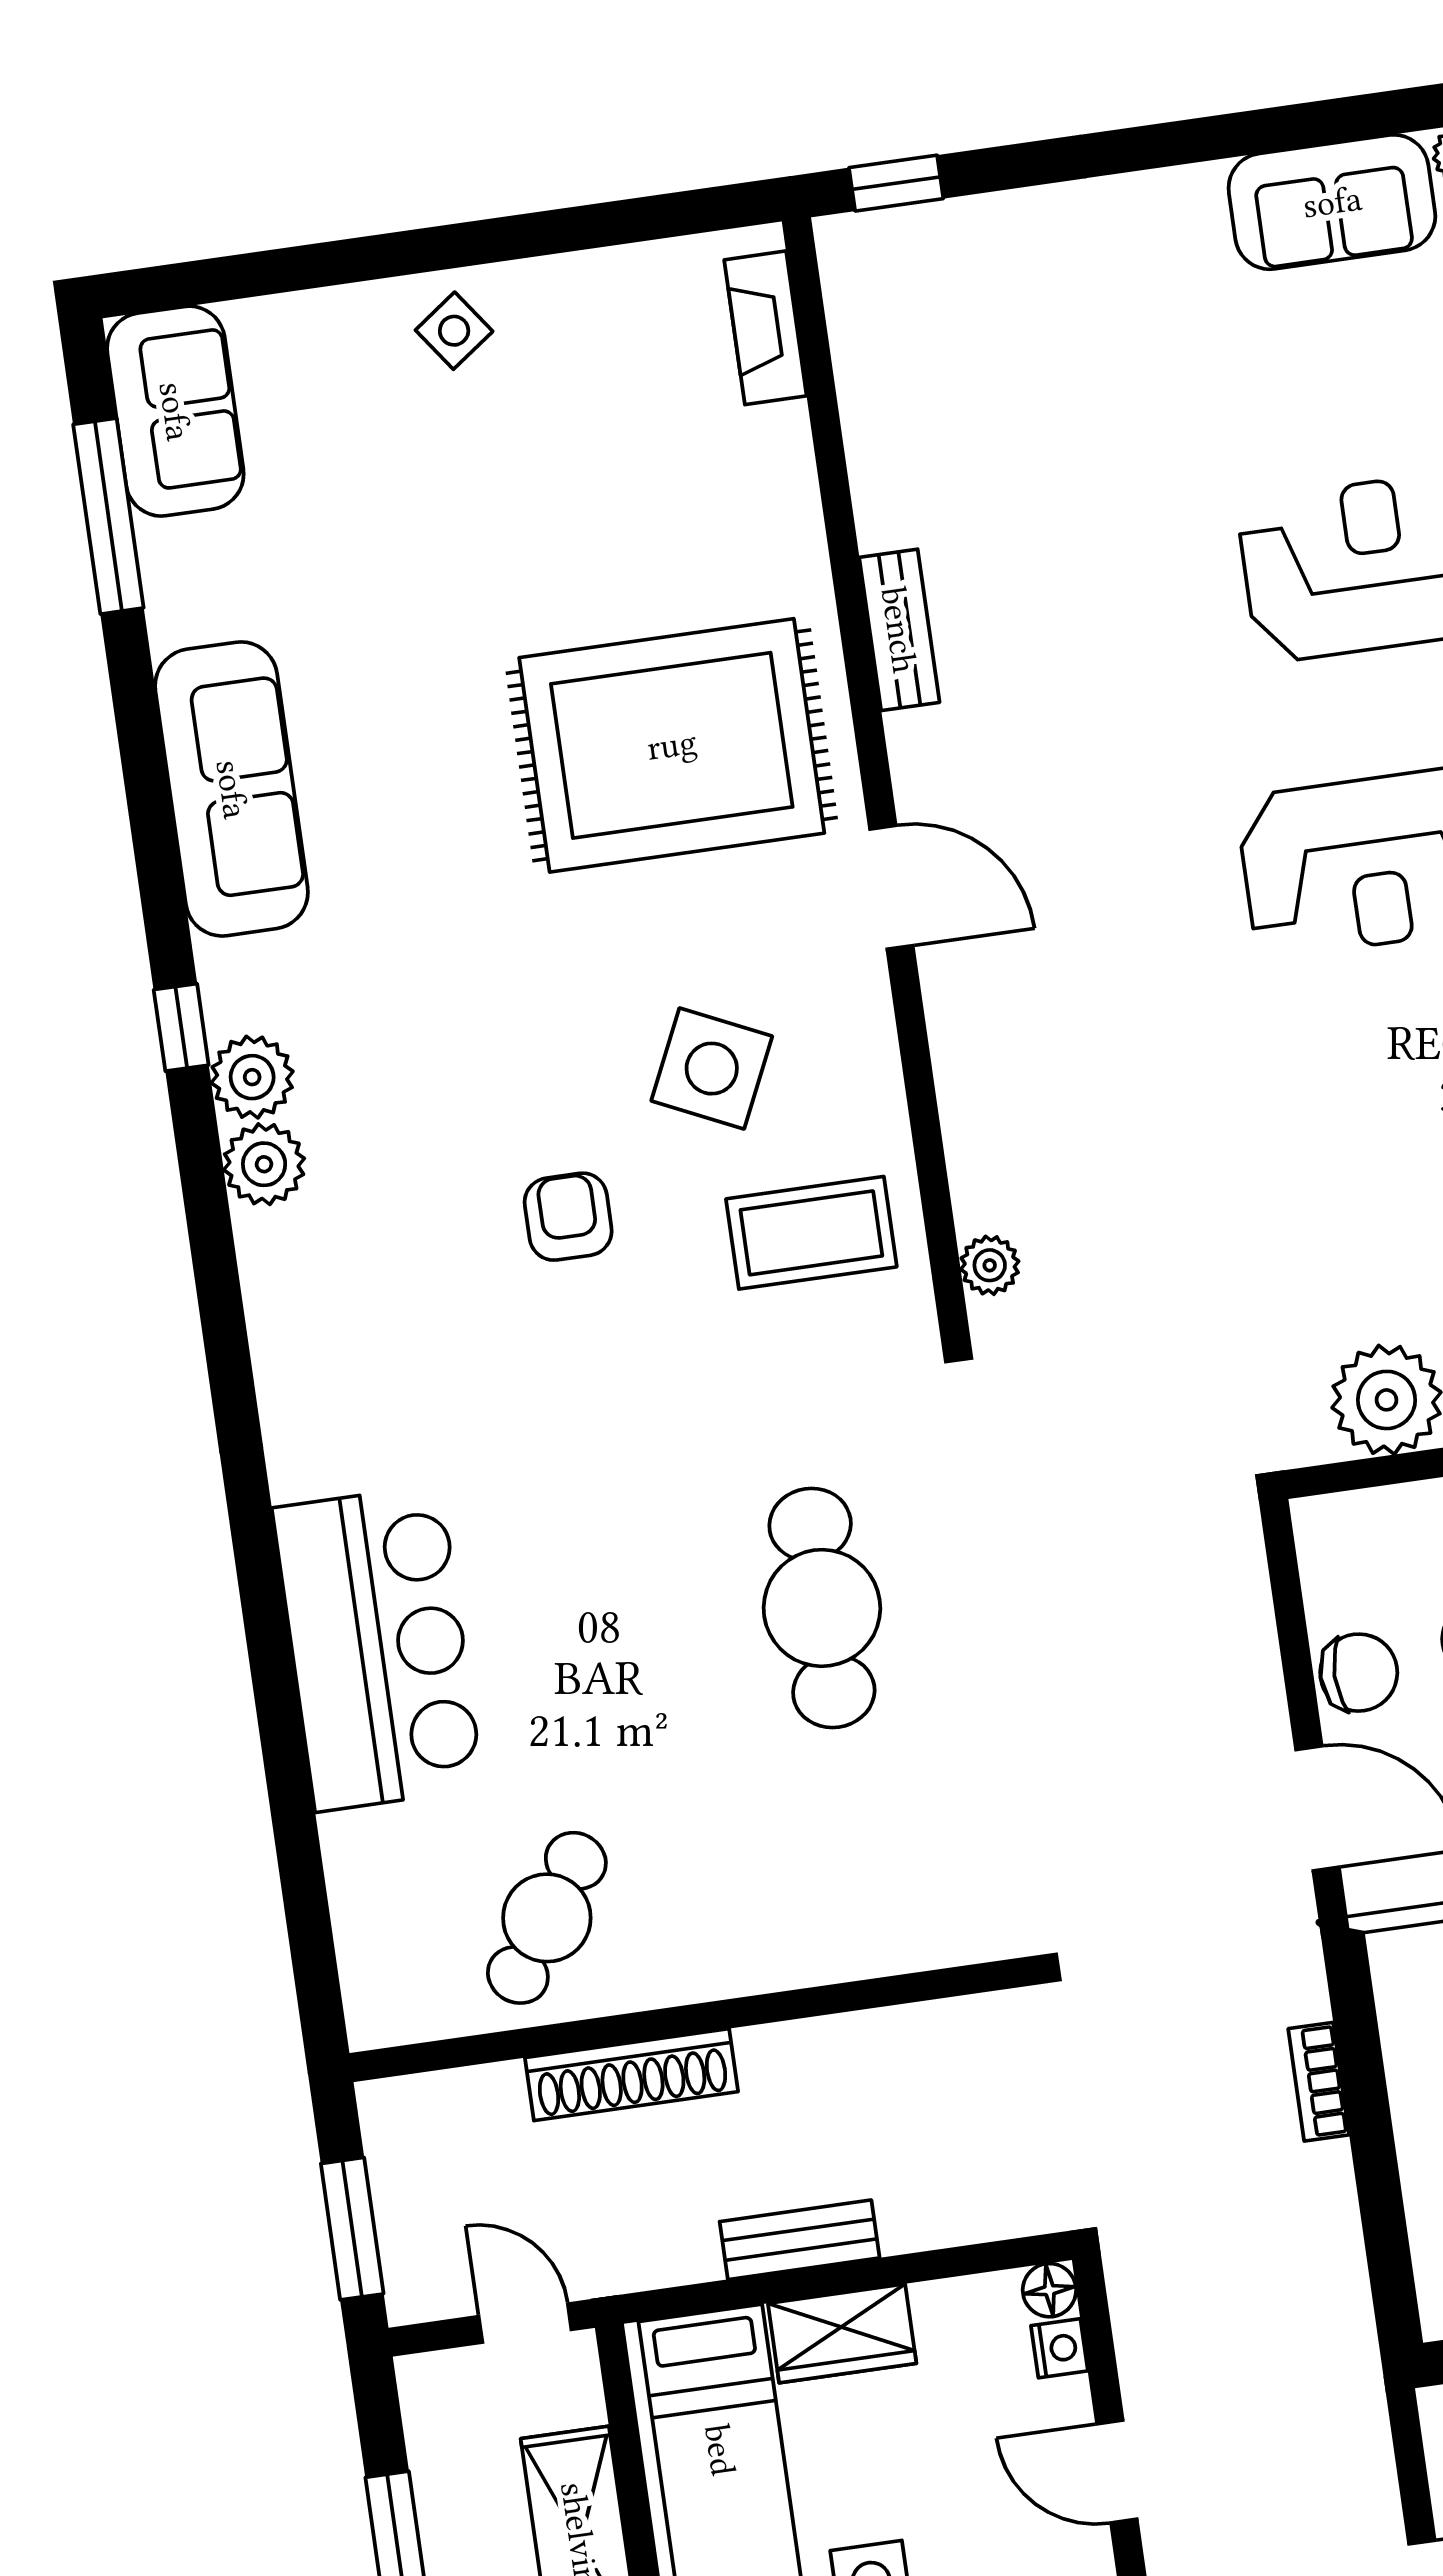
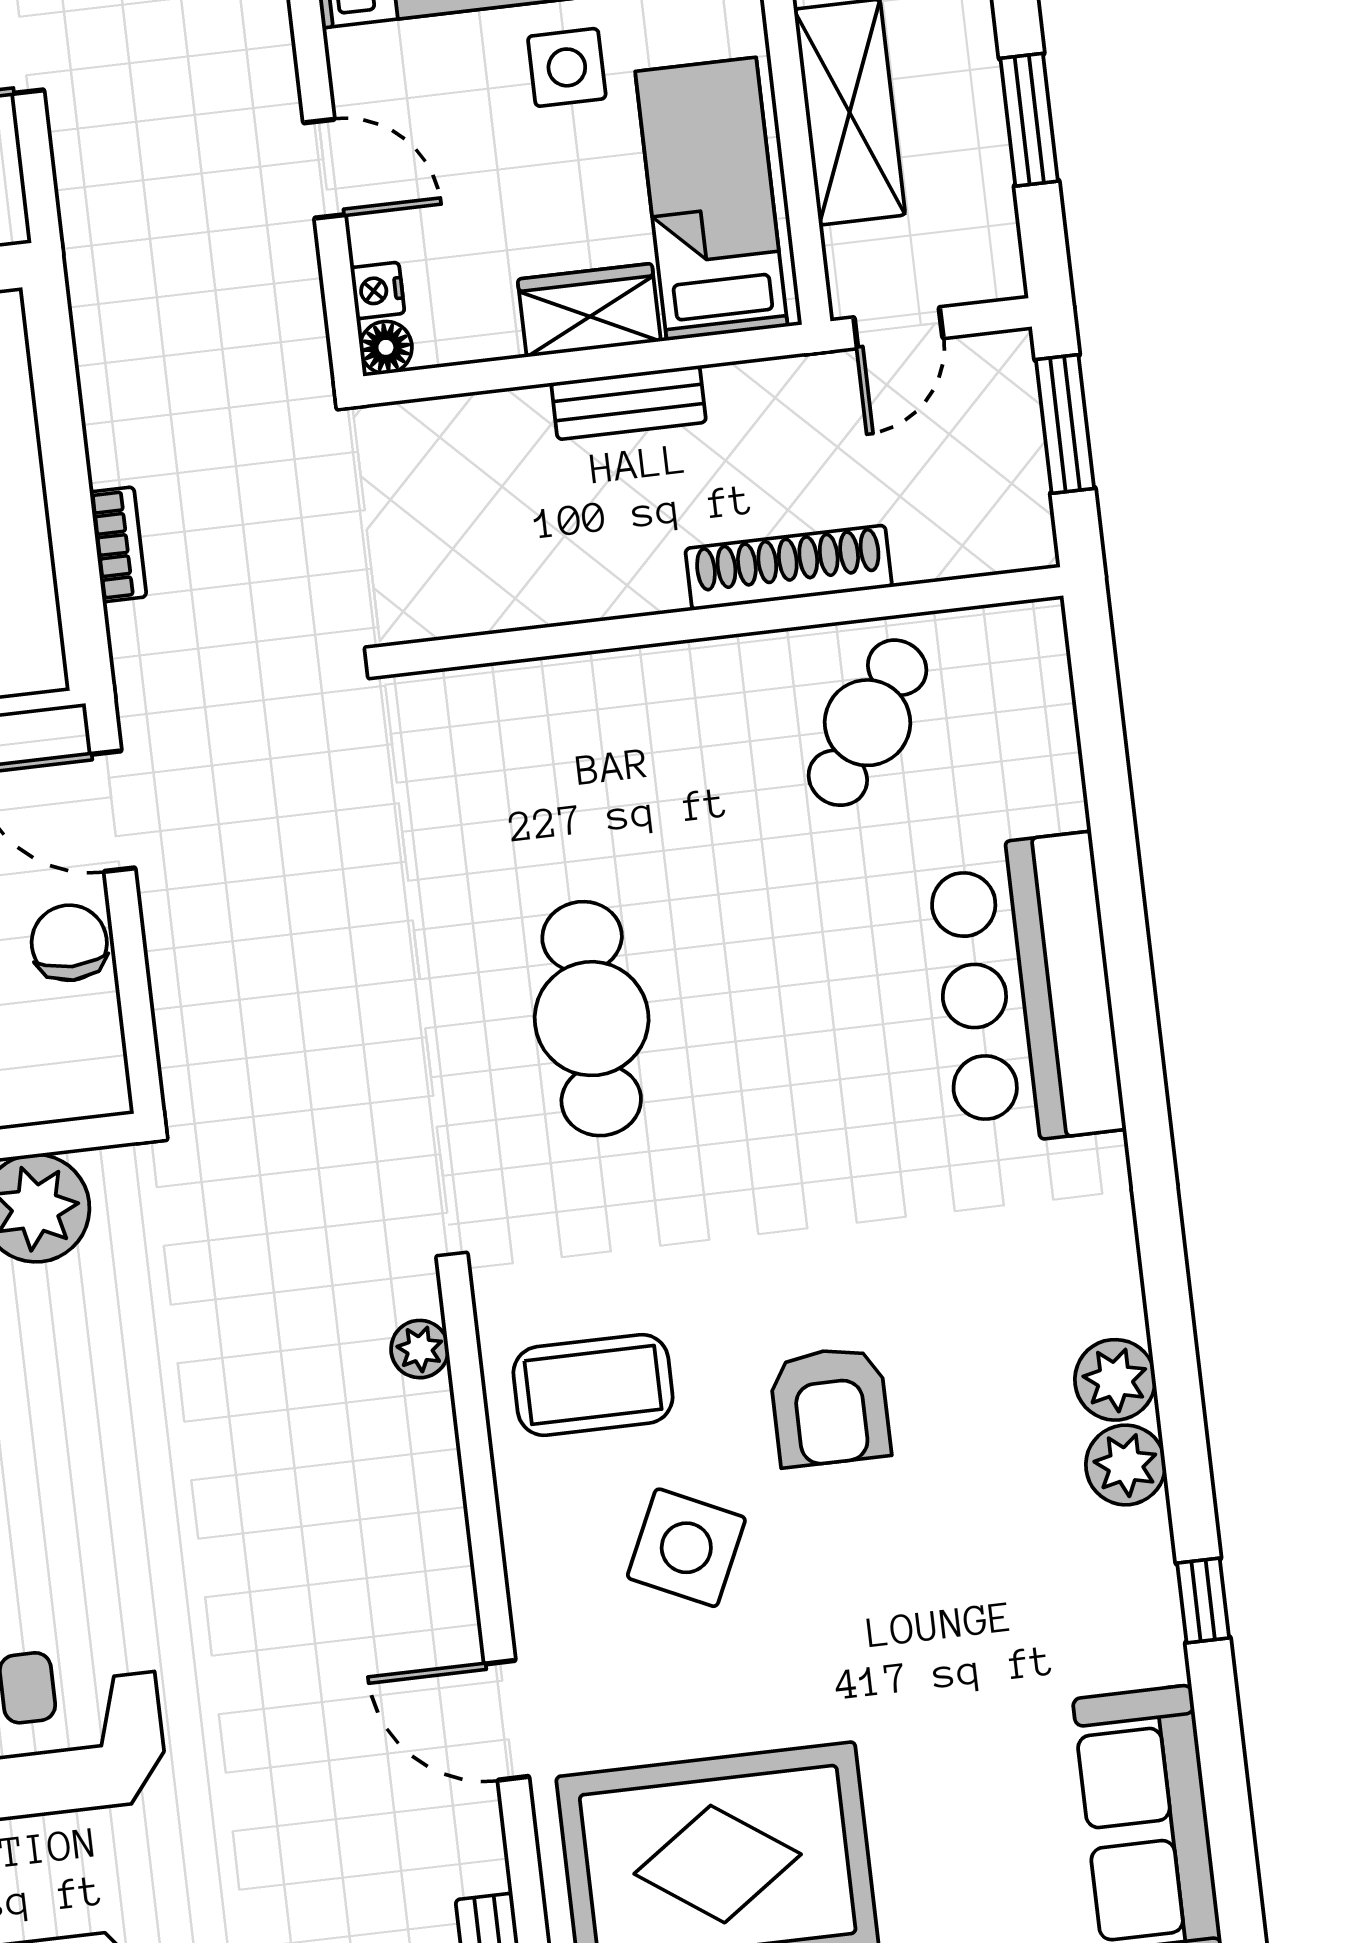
plant: (252, 1077) -> (1115, 1380), moved
armchair: (568, 1217) -> (830, 1407), width x1.38, depth x1.38
chair: (1359, 1673) -> (69, 943), turned 90
door: (525, 2323) -> (898, 328), hinge flipped

